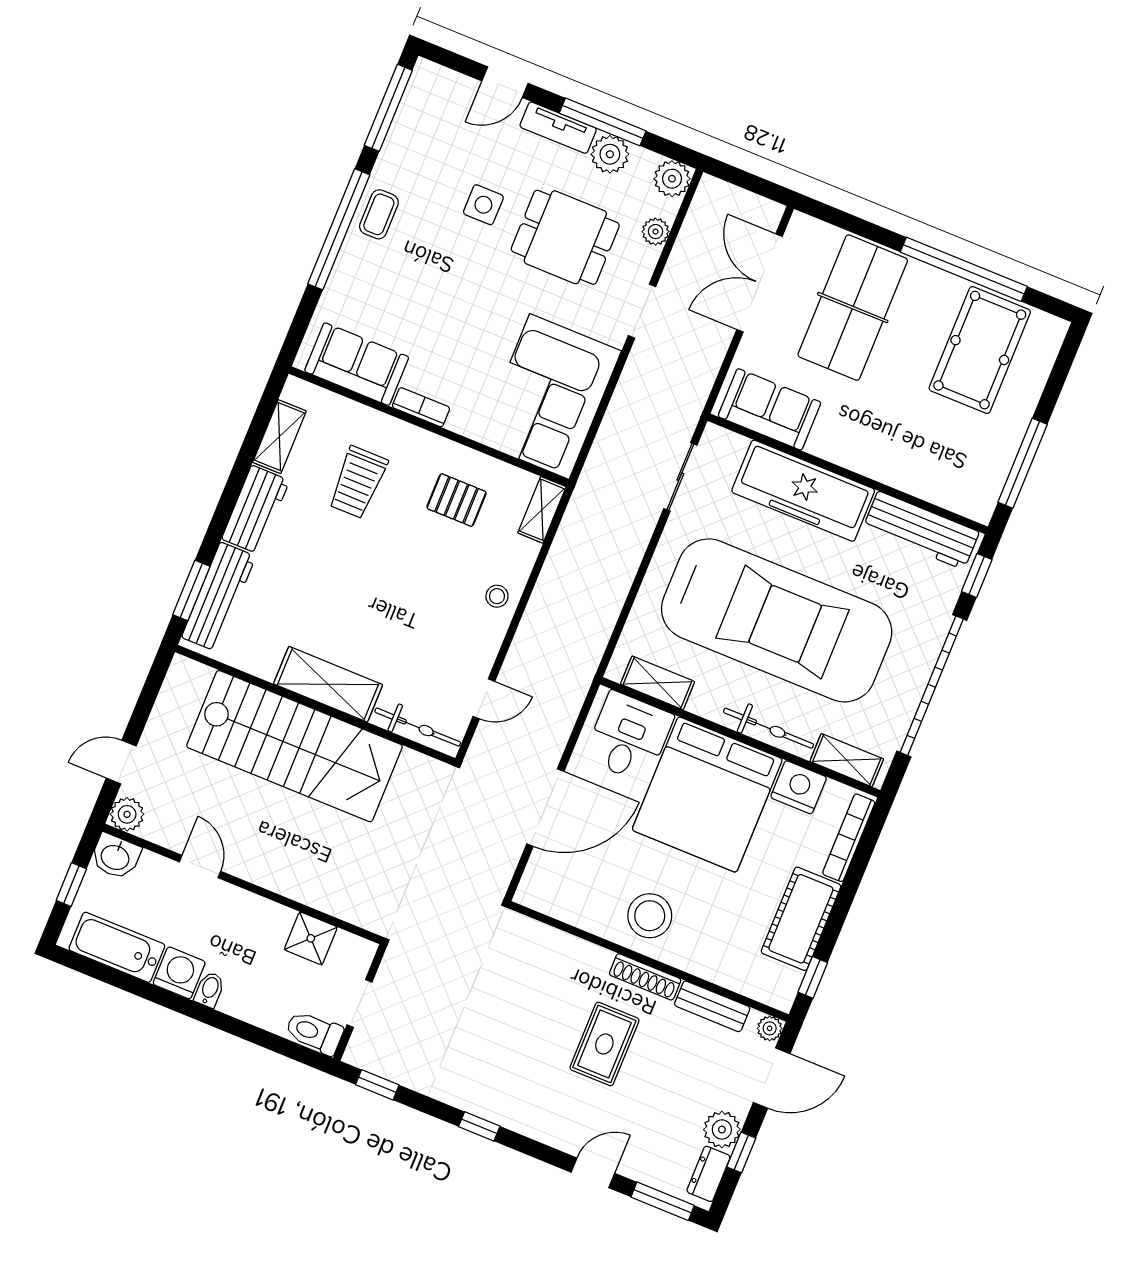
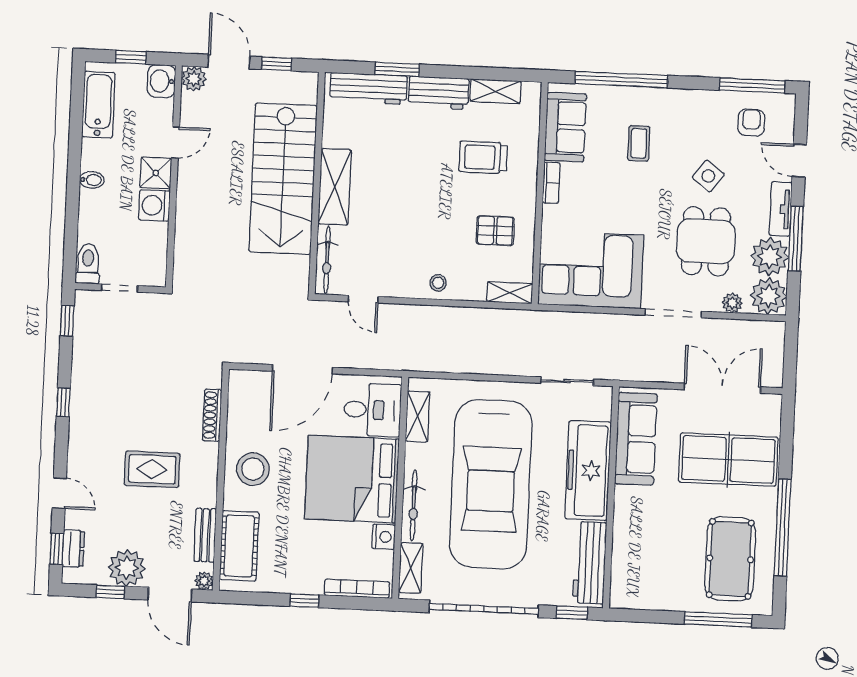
armchair: (435, 126) -> (751, 123), added
plant: (610, 154) -> (770, 257), width x1.36, depth x1.36
plant: (672, 179) -> (769, 296), width x1.36, depth x1.36
side table: (483, 205) -> (708, 176), turned 37
coffee table: (379, 214) -> (639, 143), moved, turned 90
window: (339, 229) -> (621, 80), moved
doorway: (642, 311) -> (673, 313), width x1.38
pool table: (980, 350) -> (730, 559), turned 90
sofa: (769, 409) -> (636, 439), width x1.36
window: (1023, 463) -> (718, 619), moved
pallet: (456, 500) -> (495, 231), turned 90
window: (191, 591) -> (397, 69), moved
window: (146, 703) -> (276, 64), added
door: (121, 762) -> (229, 62), width x1.38
nightstand: (799, 787) -> (384, 537), width x0.74, depth x0.75
door: (545, 808) -> (302, 369), hinge flipped
cot: (801, 919) -> (239, 546), moved, turned 90
shower: (311, 938) -> (156, 173), moved
washing machine: (179, 973) -> (154, 205), moved, turned 180
shoe rack: (645, 977) -> (212, 415), moved
window: (813, 977) -> (304, 601), moved
plant: (722, 1130) -> (127, 568), width x1.36, depth x1.36
dresser: (708, 1174) -> (73, 549), moved, turned 90
window: (663, 1201) -> (57, 549), width x0.67

